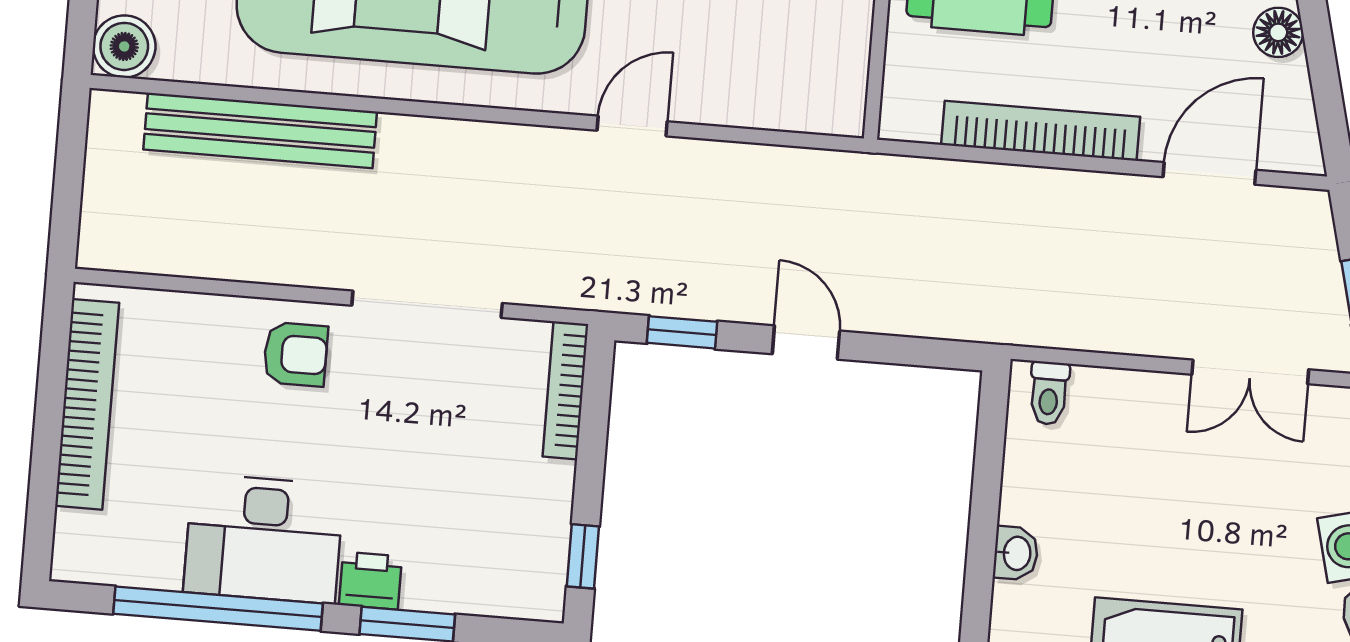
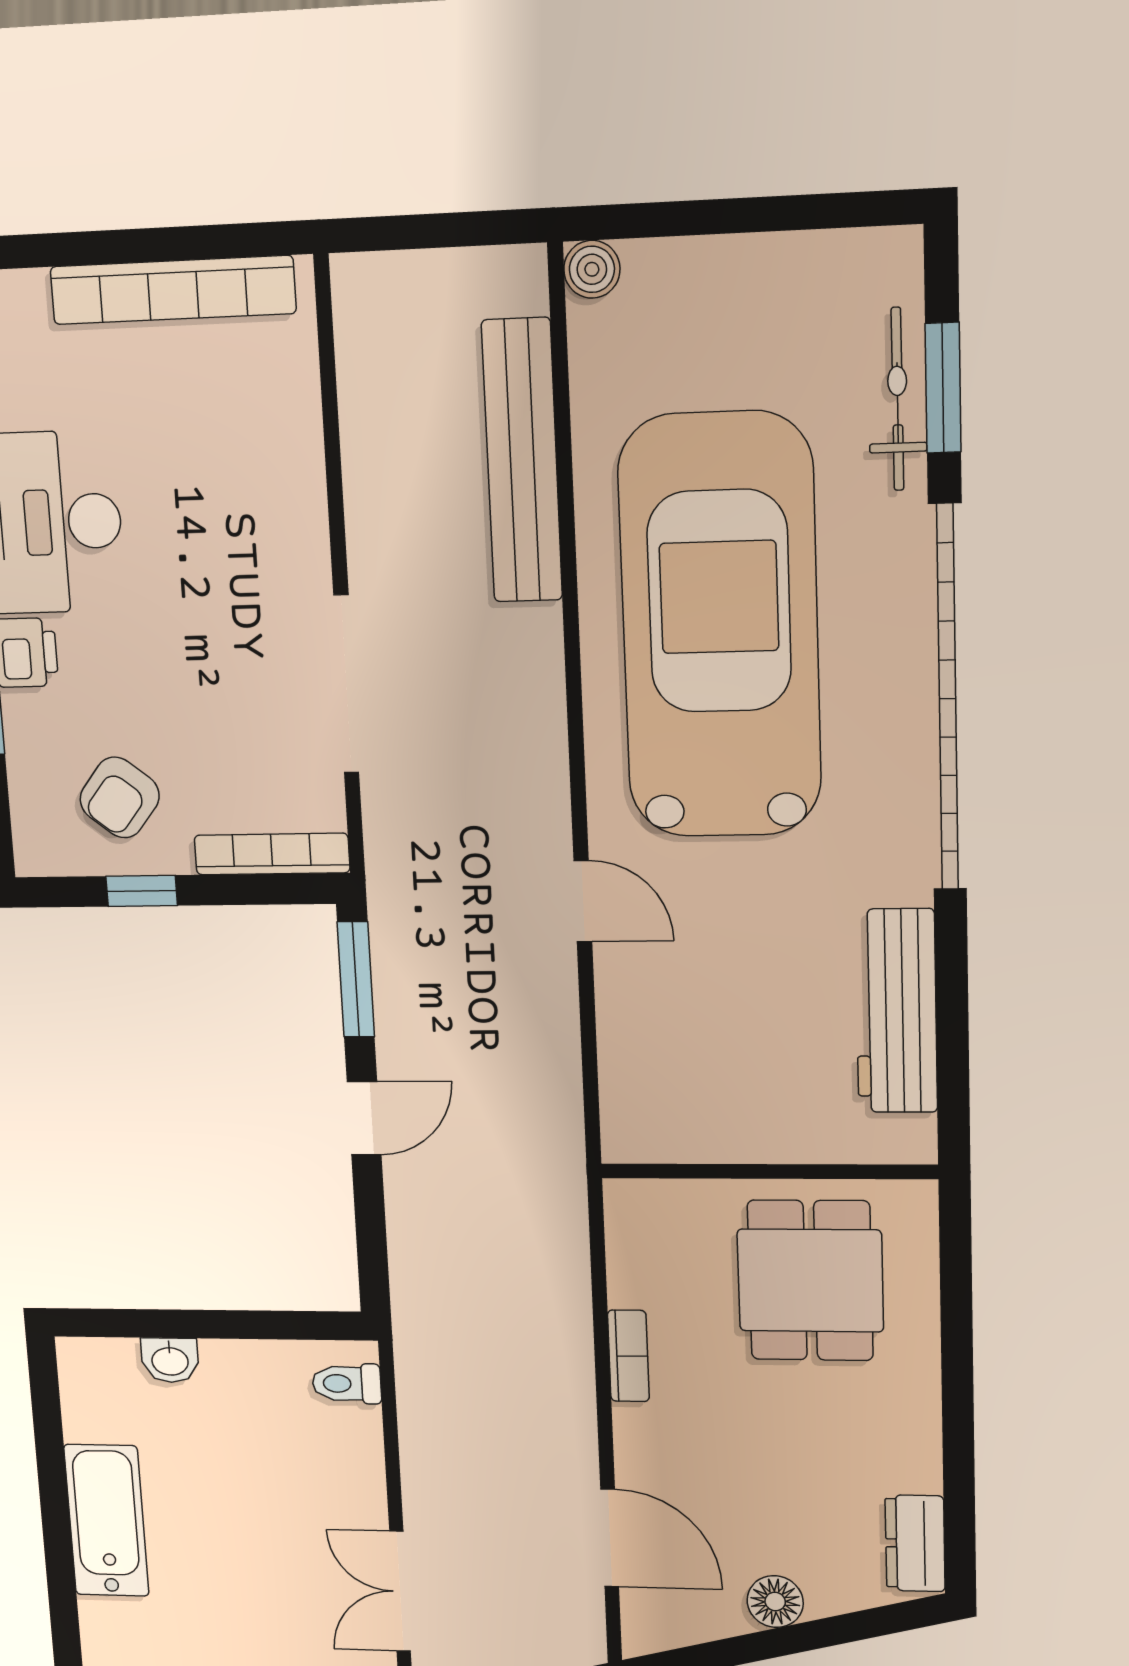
boiler: (124, 46) -> (592, 269), width x0.73, depth x0.73
bookcase: (1041, 131) -> (628, 1356), width x0.43, depth x0.76
window: (682, 332) -> (356, 979), width x1.50
armchair: (295, 354) -> (120, 797), moved, turned 38
window: (583, 556) -> (142, 891), moved

